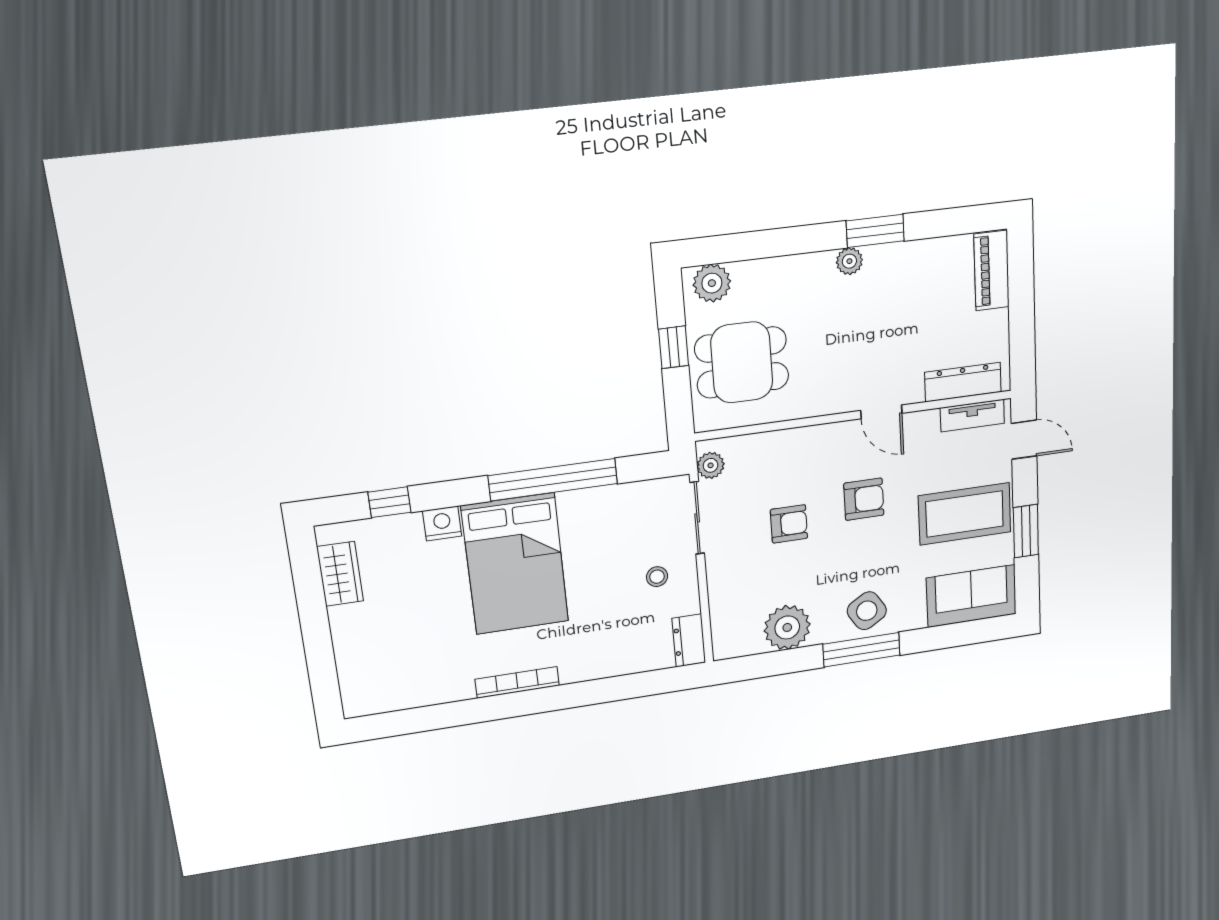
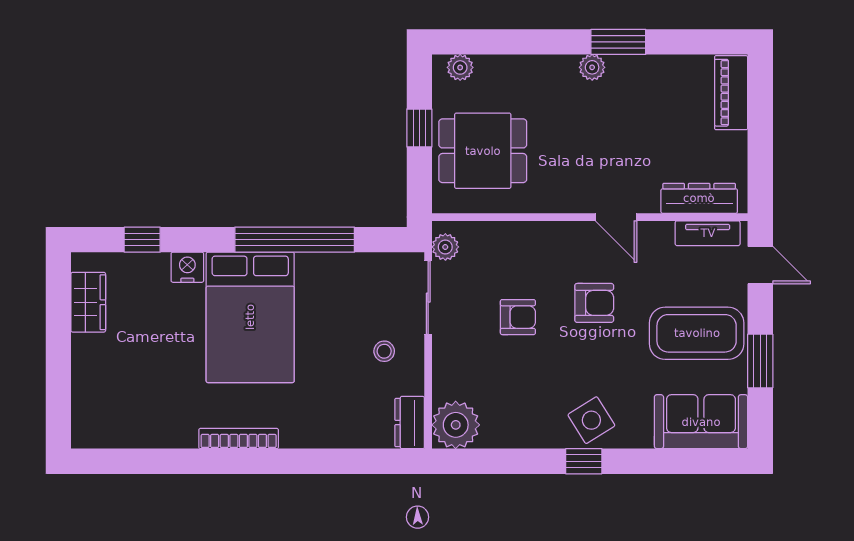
plant: (712, 283) -> (460, 67), width x0.73, depth x0.73
plant: (787, 627) -> (456, 425), moved
window: (861, 650) -> (584, 461), width x0.46

